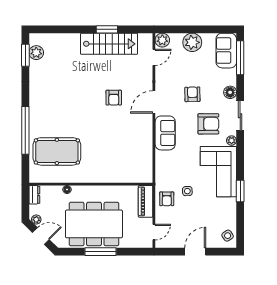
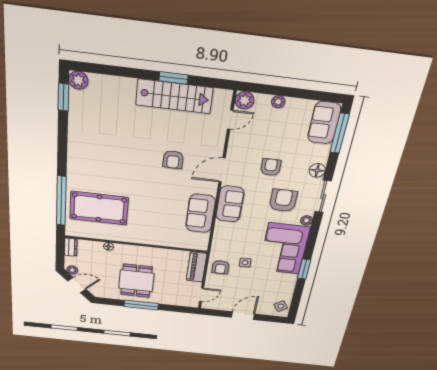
plant: (192, 42) -> (278, 102), width x0.53, depth x0.53
plant: (36, 53) -> (78, 80), moved
armchair: (208, 124) -> (283, 201), turned -90
window: (25, 130) -> (61, 201), moved
sofa: (142, 145) -> (200, 213), added
dining table: (94, 224) -> (136, 281), width x0.53, depth x0.80

